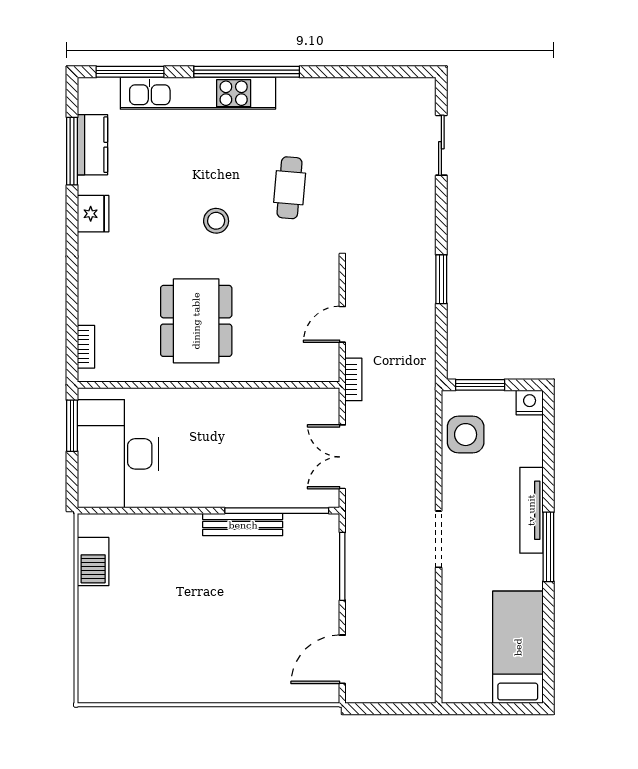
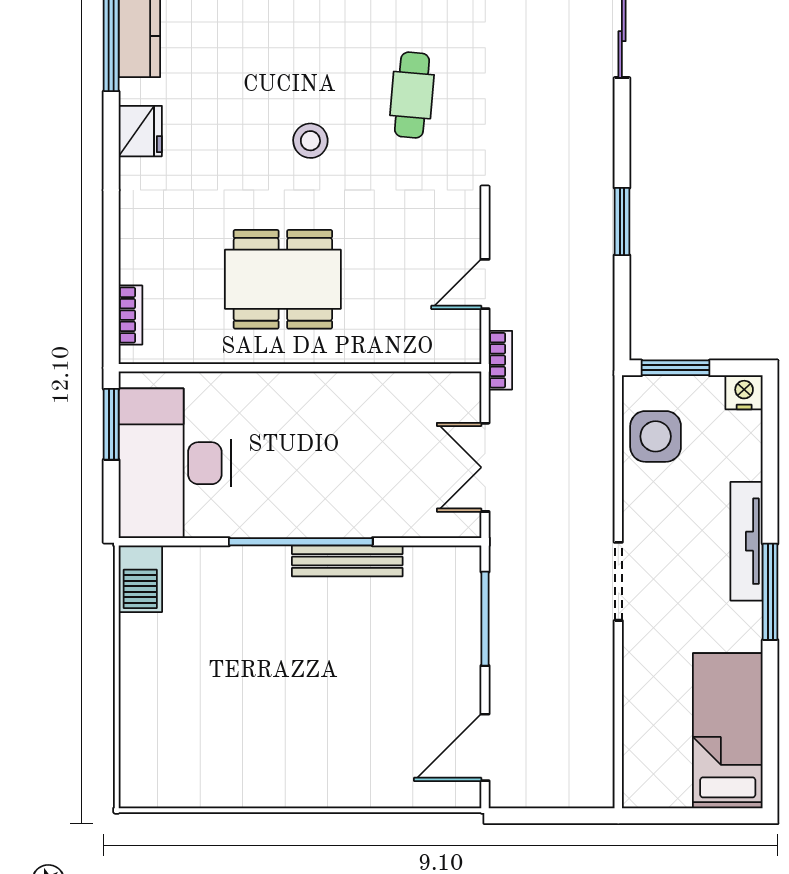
dining table: (196, 321) -> (283, 279), turned 90
window: (277, 511) -> (301, 542), moved
barbecue: (93, 562) -> (140, 579), moved

